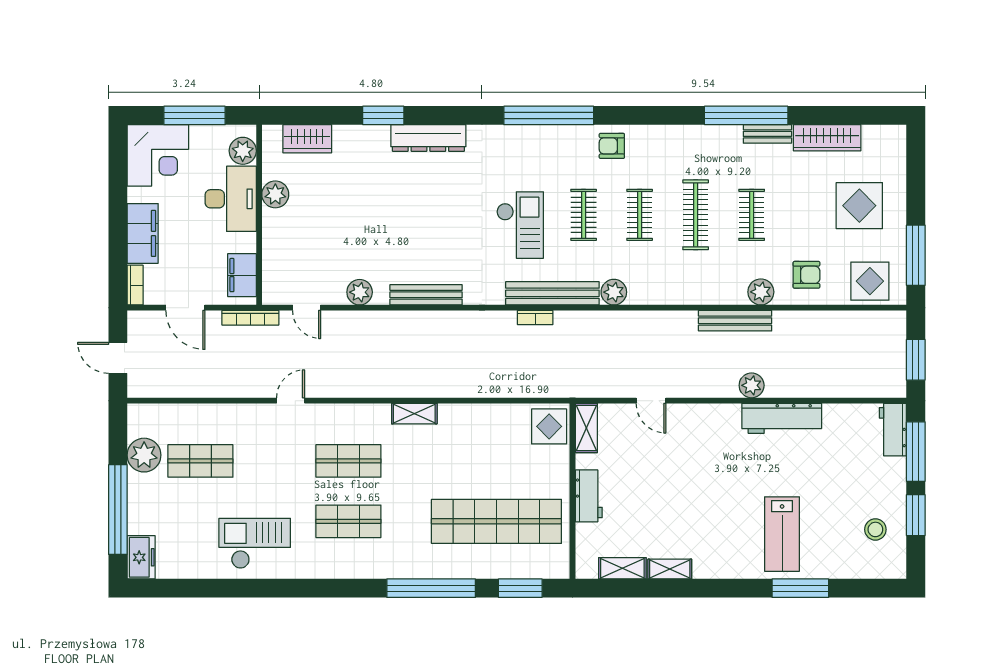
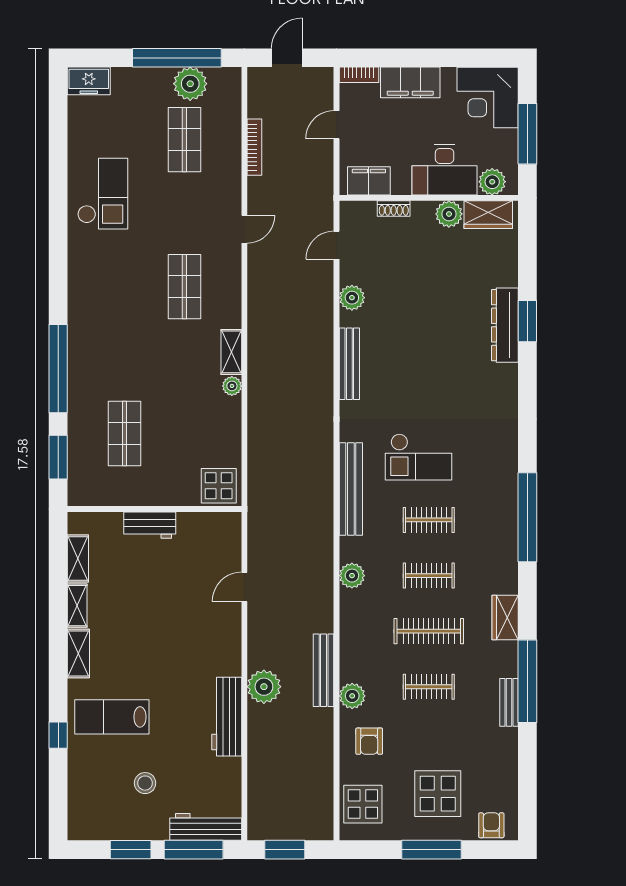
window: (549, 115) -> (527, 517), moved
dresser: (428, 138) -> (505, 325), moved
wardrobe: (827, 138) -> (505, 617), moved, width x0.67
wardrobe: (307, 139) -> (488, 215), moved, turned -90
armchair: (612, 146) -> (491, 825), moved
shoe rack: (270, 250) -> (394, 209), added
window: (916, 255) -> (432, 850), moved
plant: (614, 292) -> (352, 576), moved
door: (185, 308) -> (337, 125), width x0.73
bookcase: (250, 318) -> (254, 147), moved, turned 180
bookcase: (535, 318) -> (327, 472), removed
plant: (752, 385) -> (264, 687), width x1.36, depth x1.36
door: (291, 401) -> (244, 229), hinge flipped
plant: (449, 413) -> (232, 386), added
shelving: (586, 428) -> (78, 654), moved, turned 90
workbench: (893, 430) -> (206, 827), width x1.38
window: (118, 510) -> (177, 58), moved
shop shelf: (348, 521) -> (124, 287), removed
shop shelf: (496, 521) -> (124, 433), width x0.50, depth x0.74
stool: (875, 529) -> (145, 783), moved
window: (800, 588) -> (58, 735), width x0.46

